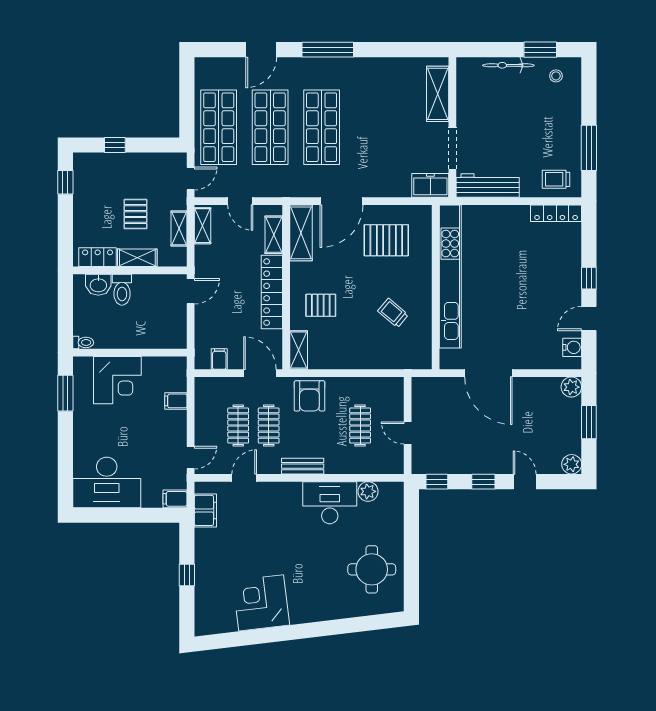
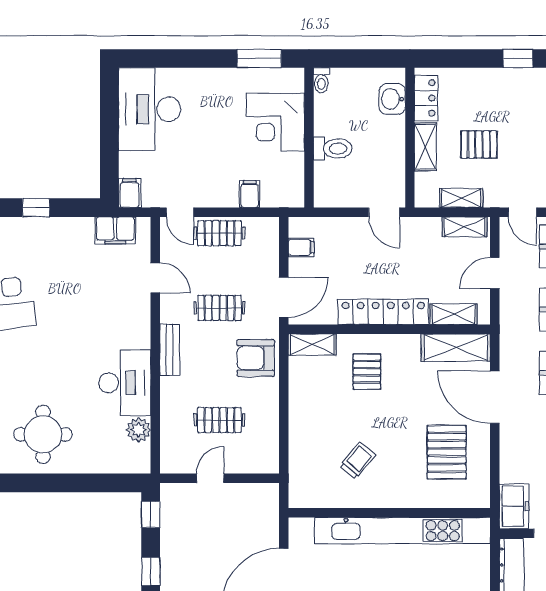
toilet: (122, 290) -> (333, 149), moved, turned 180
clothes rail: (238, 425) -> (219, 233), moved

